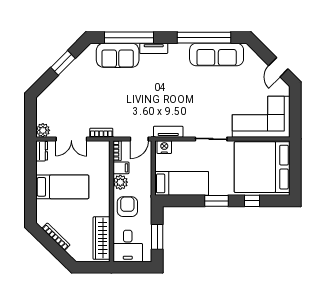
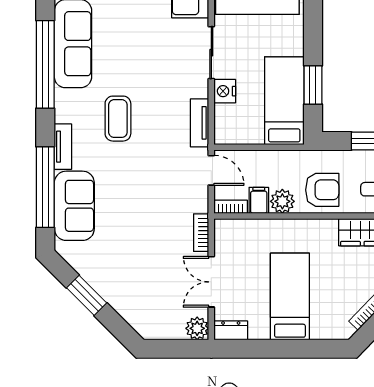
coffee table: (171, 82) -> (118, 119), added
double door: (71, 139) -> (211, 282), swing flipped
nightstand: (164, 147) -> (225, 91), moved
window: (217, 201) -> (313, 85), moved
armchair: (127, 207) -> (322, 190), turned 180

